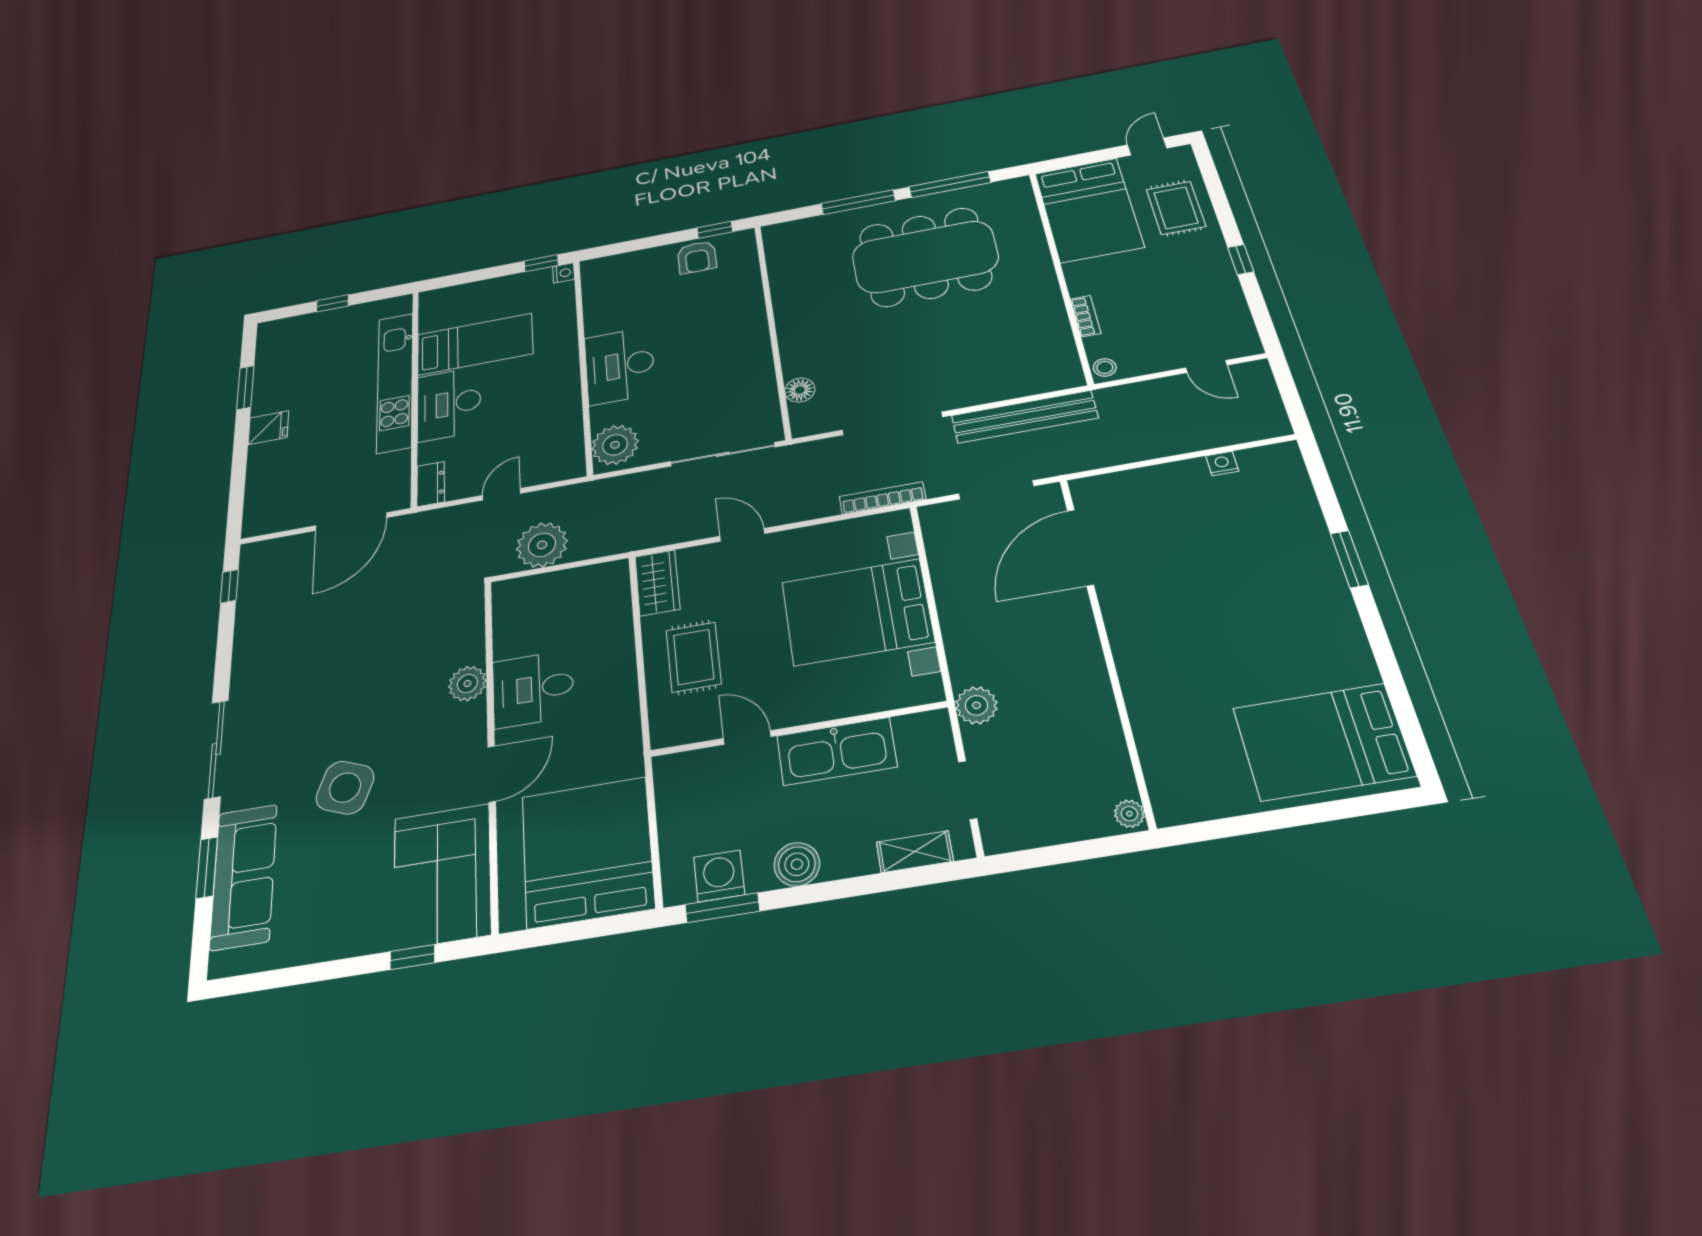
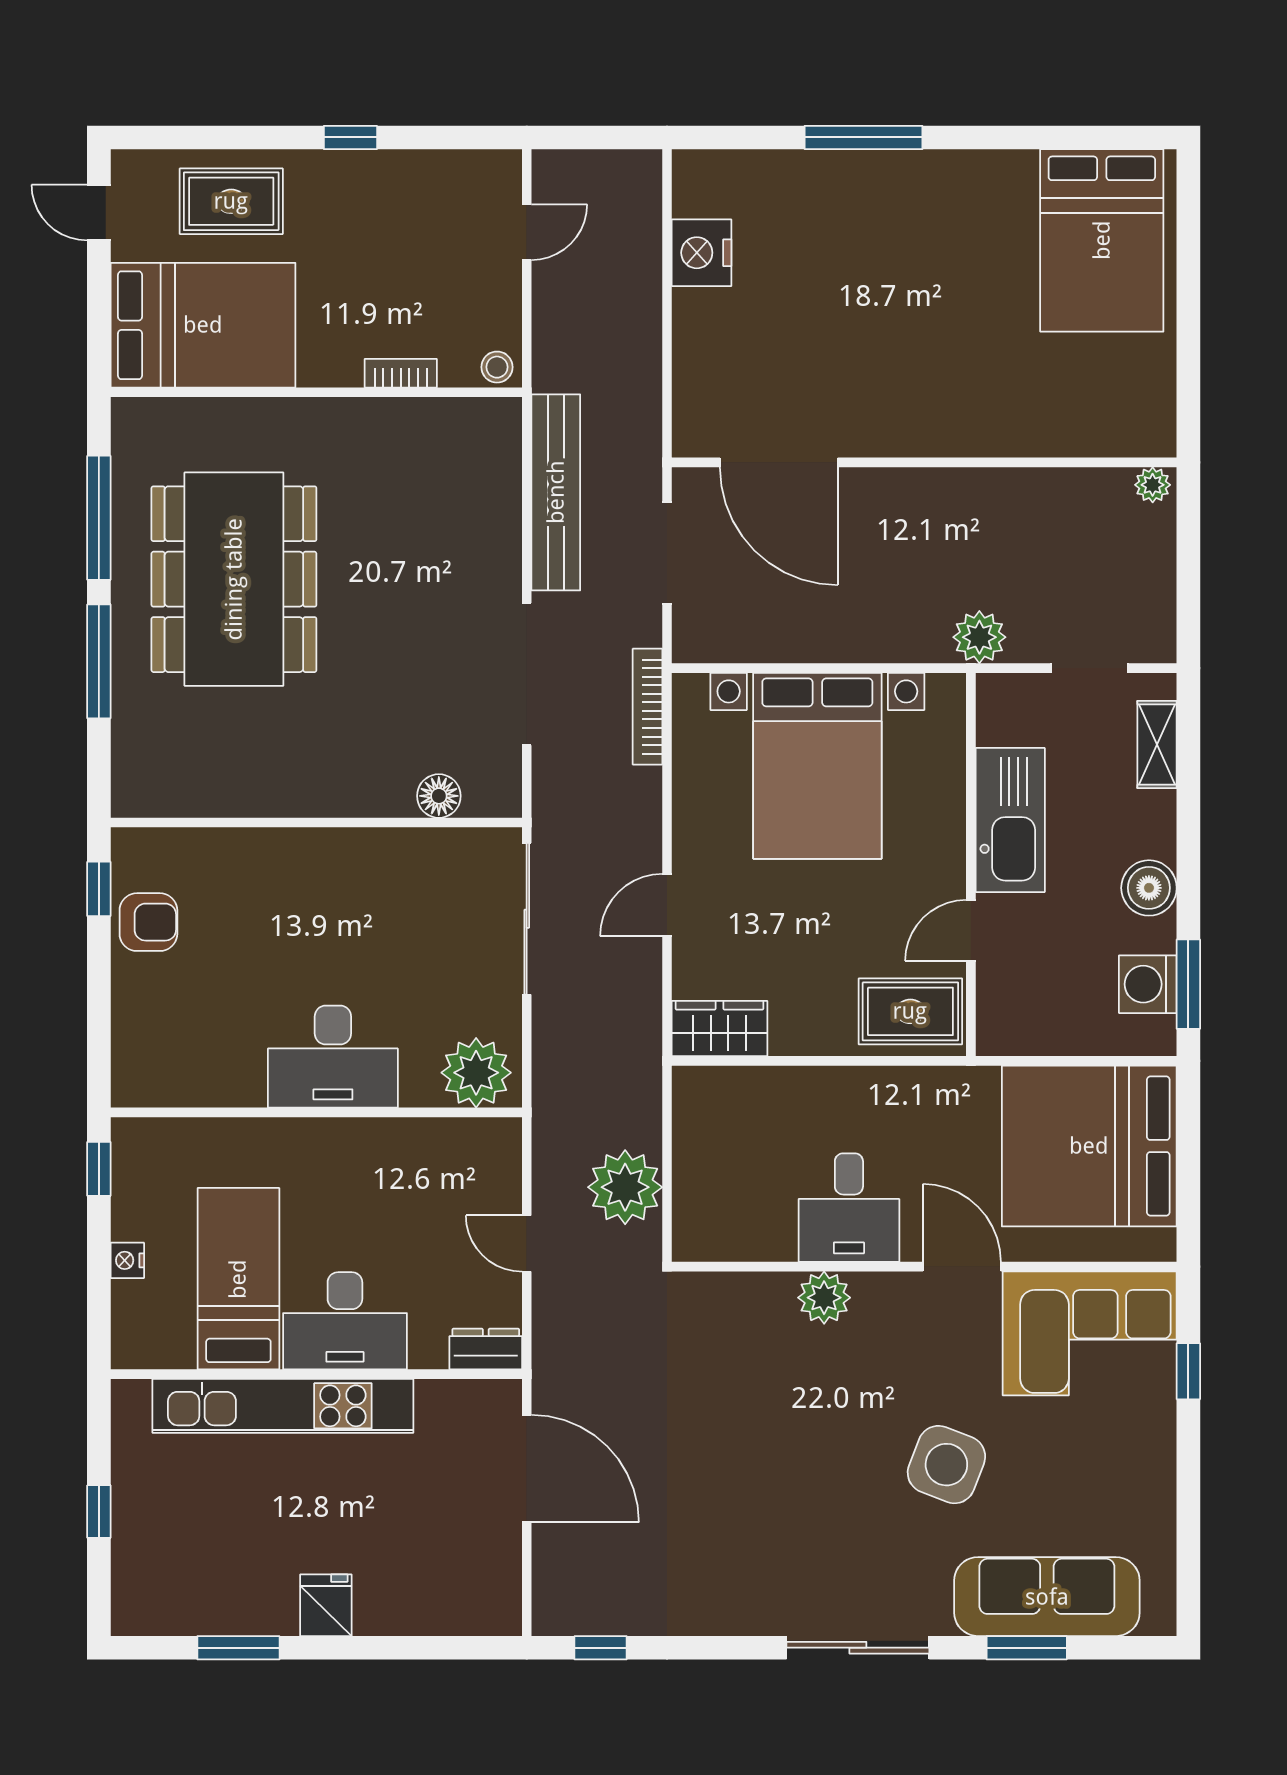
nightstand: (564, 273) -> (127, 1260), moved, turned -90
nightstand: (1222, 463) -> (702, 253), width x1.89, depth x1.79
window: (1349, 559) -> (863, 137), width x1.44
rug: (694, 657) -> (910, 1011), moved

